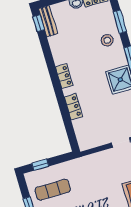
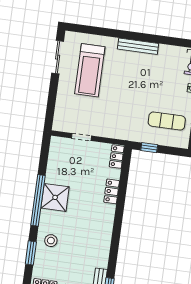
locker: (64, 76) -> (117, 157), moved
window: (40, 165) -> (149, 148), moved

